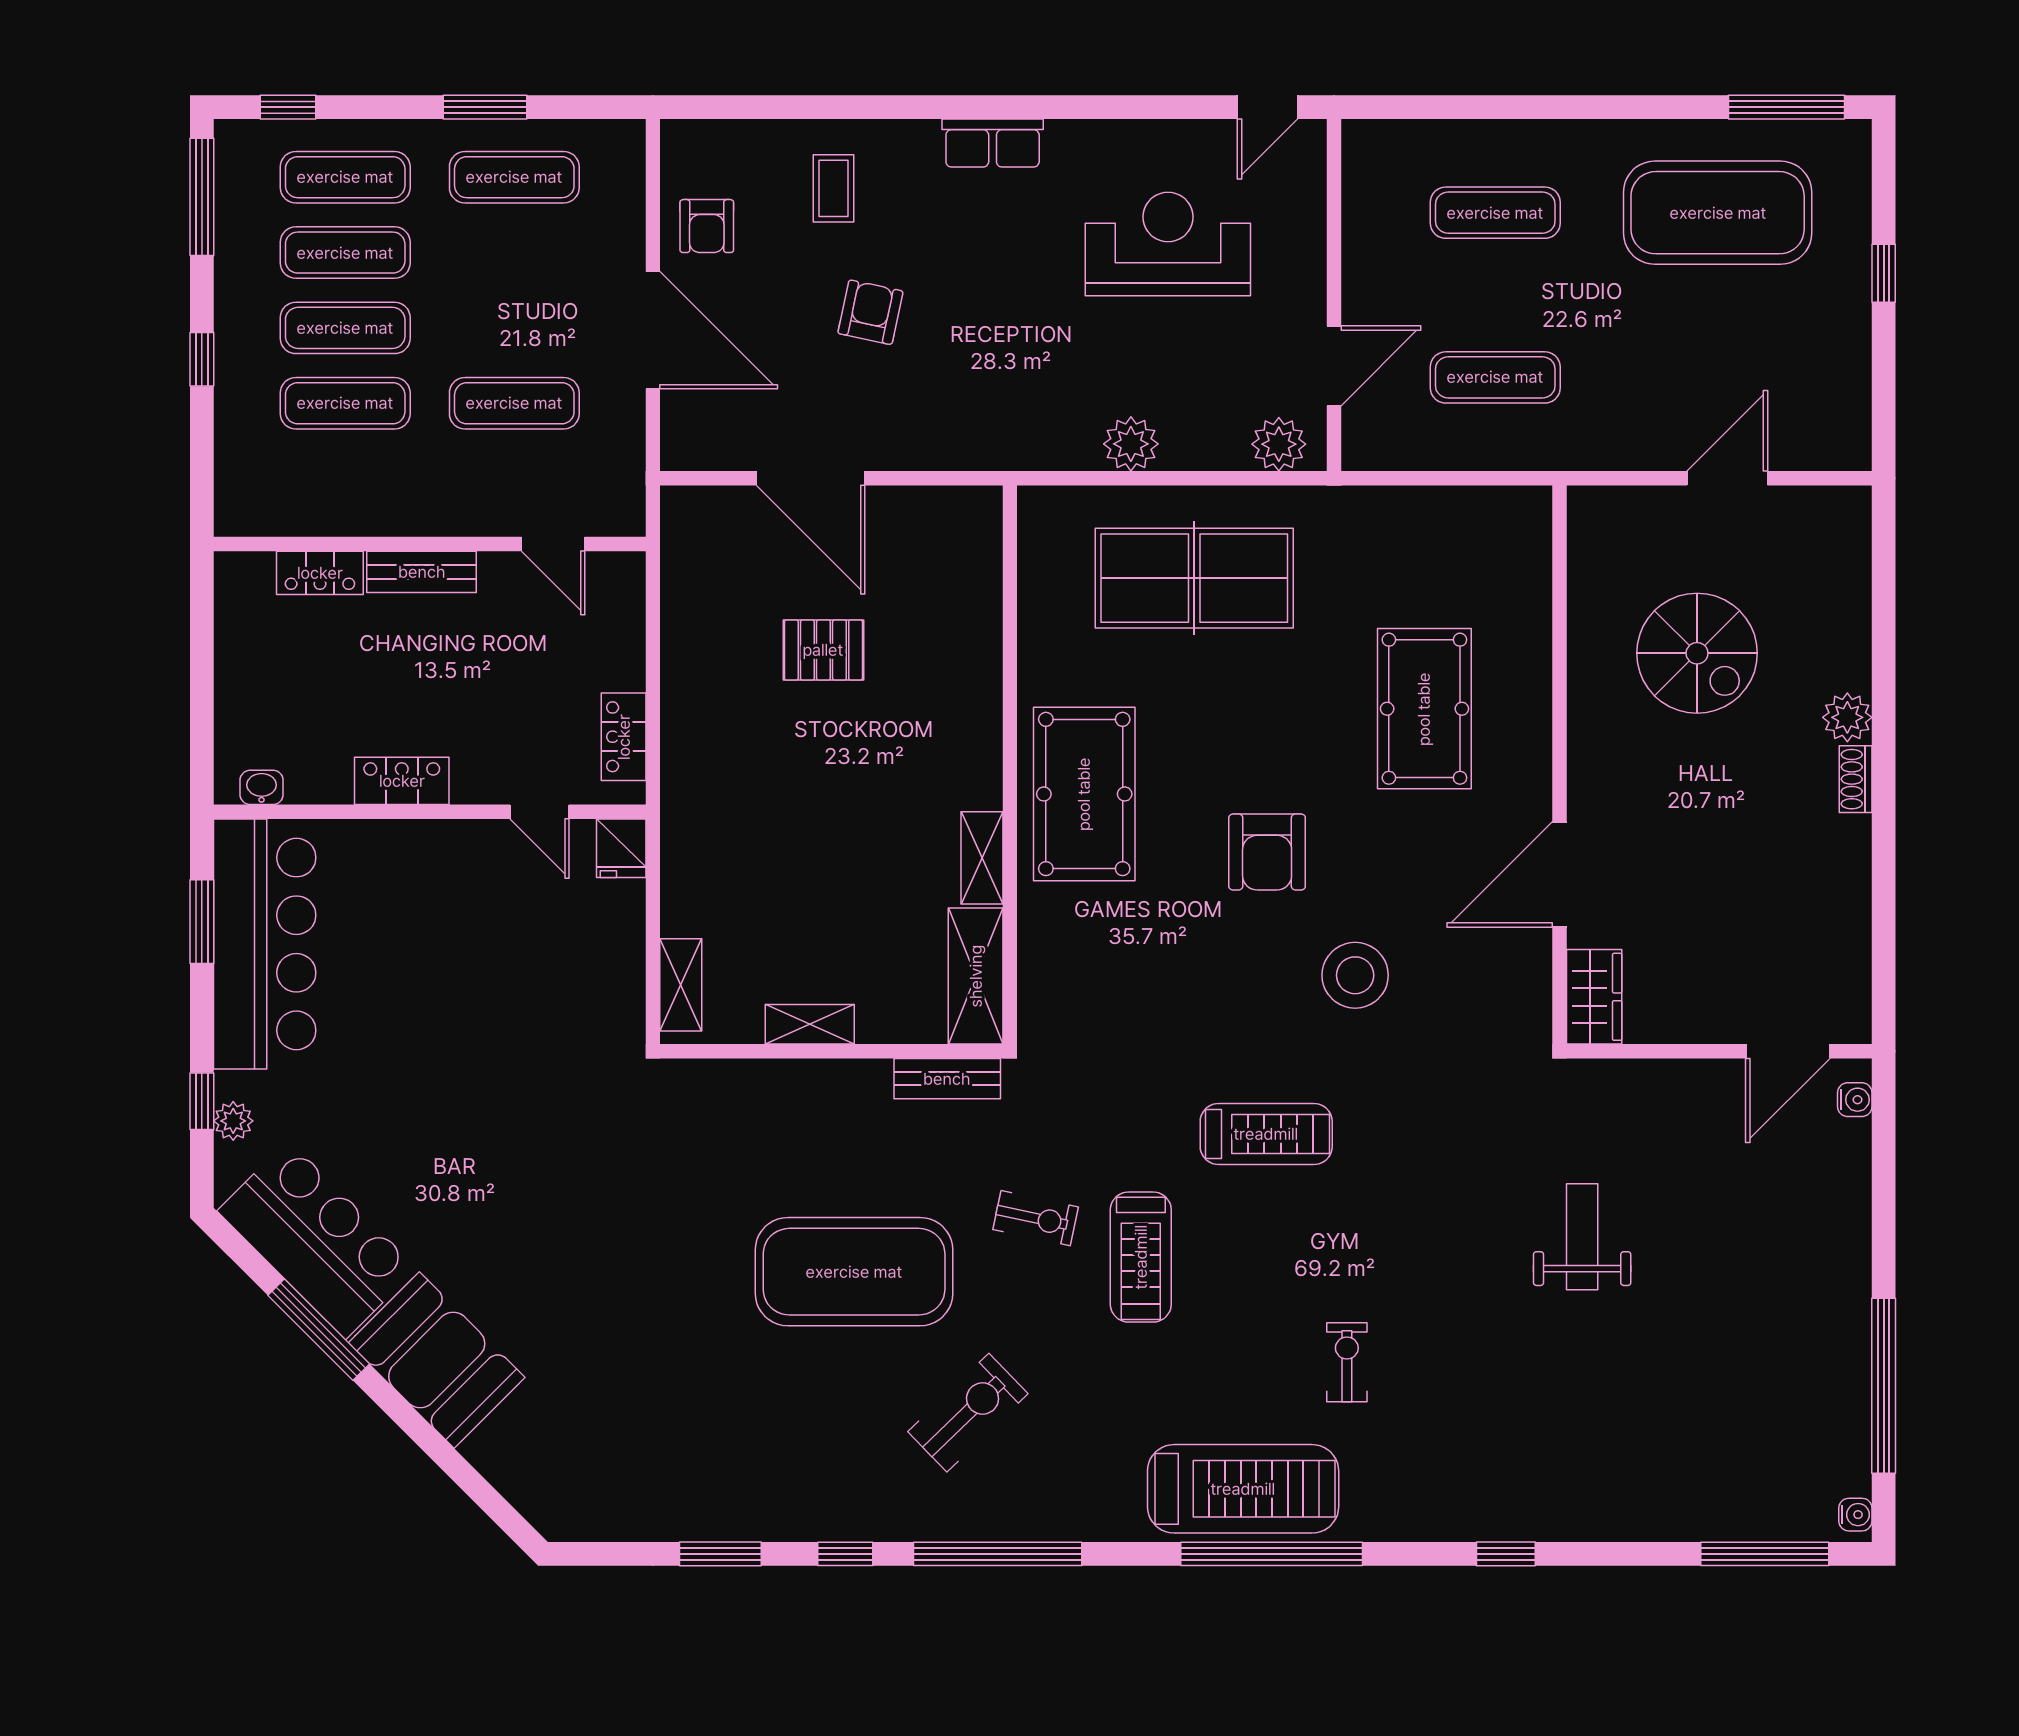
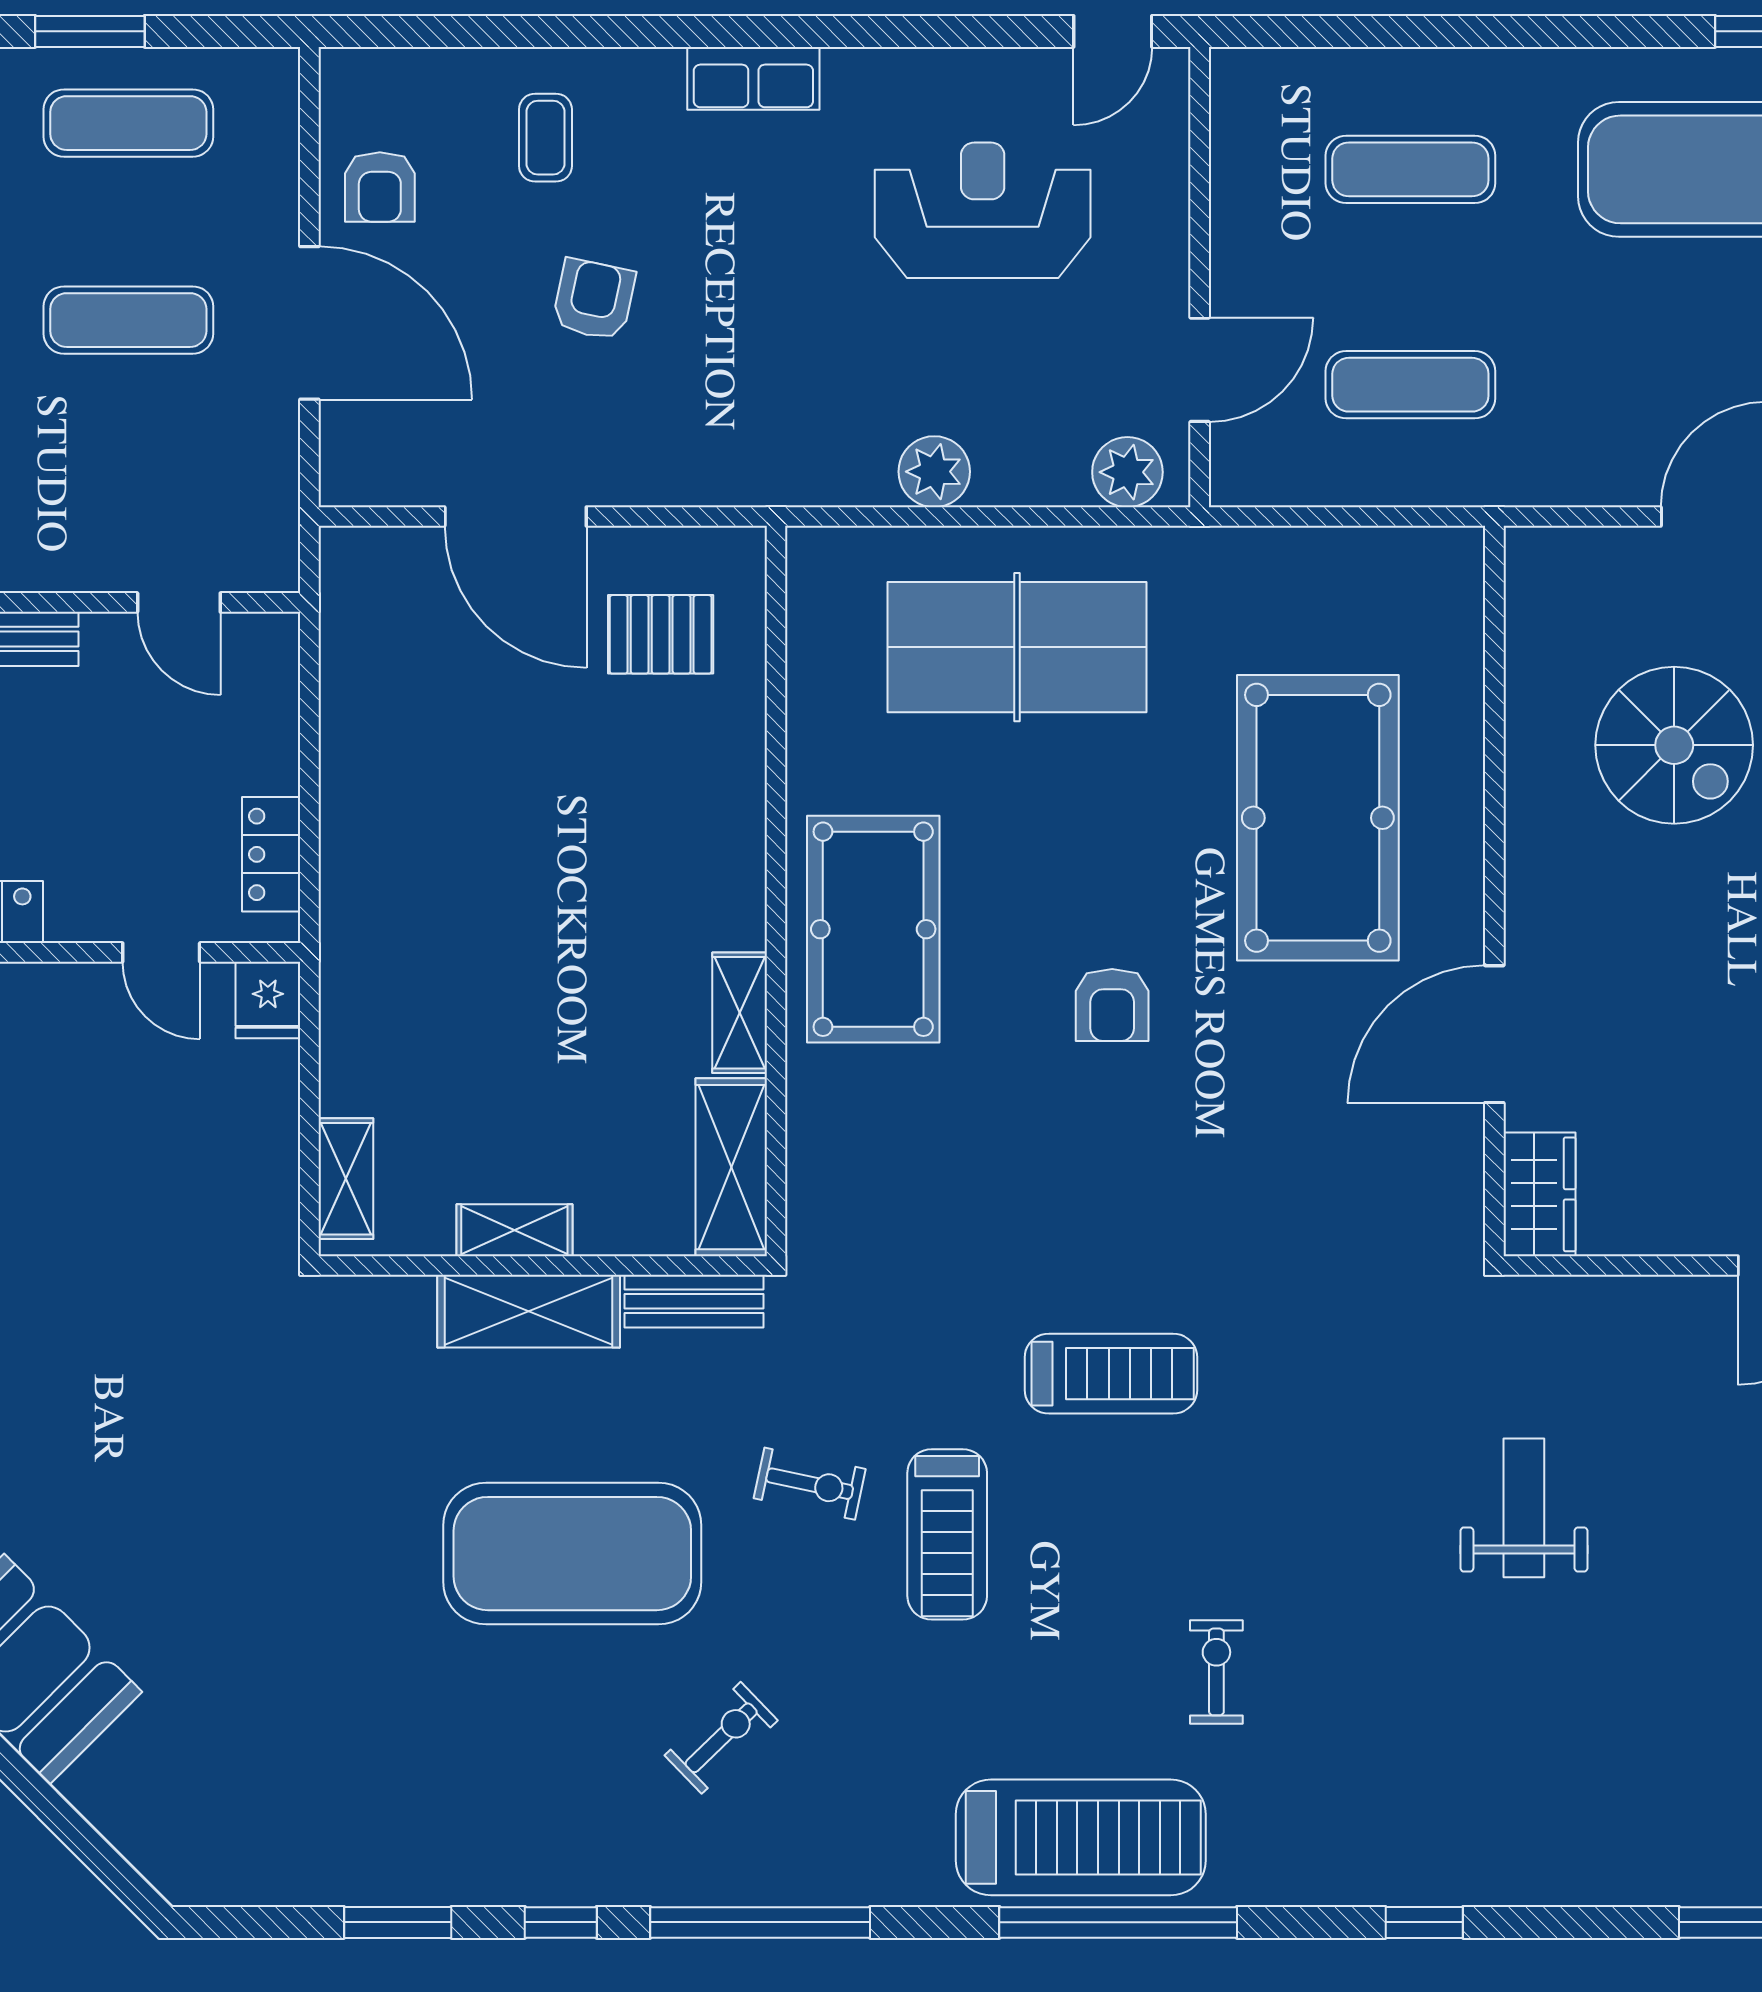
exercise mat: (514, 403) -> (128, 320), moved
pallet: (823, 650) -> (661, 634), moved
pool table: (1424, 709) -> (1318, 818), width x1.36, depth x1.32
armchair: (1267, 852) -> (1112, 1005), width x0.72, depth x0.72
stool: (1355, 975) -> (1227, 1166), removed
shelving: (821, 1086) -> (529, 1311), added
exercise bike: (968, 1413) -> (721, 1738), width x0.73, depth x0.72

